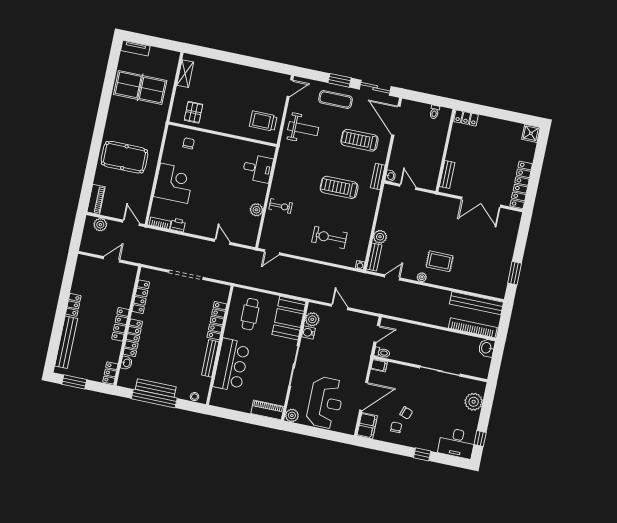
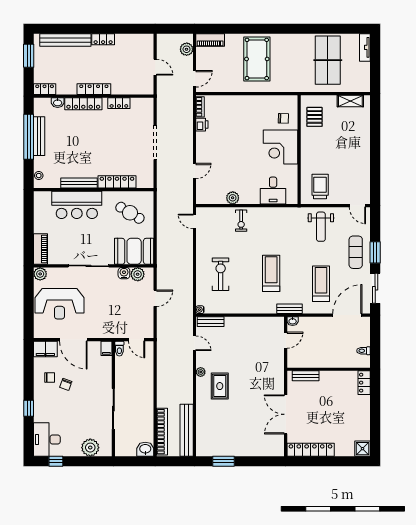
pallet: (194, 112) -> (315, 117), turned 90
corner desk: (174, 183) -> (280, 147), moved, turned 90
plant: (380, 237) -> (231, 323), removed
locker: (141, 297) -> (119, 103), width x0.66
cafe table: (250, 314) -> (130, 213), turned 31

